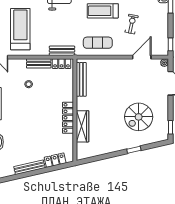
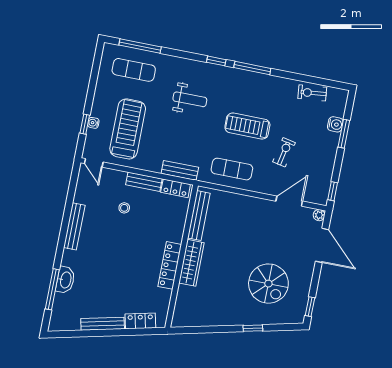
spiral stairs: (139, 117) -> (268, 284), turned -90
wardrobe: (83, 126) -> (191, 263), moved

